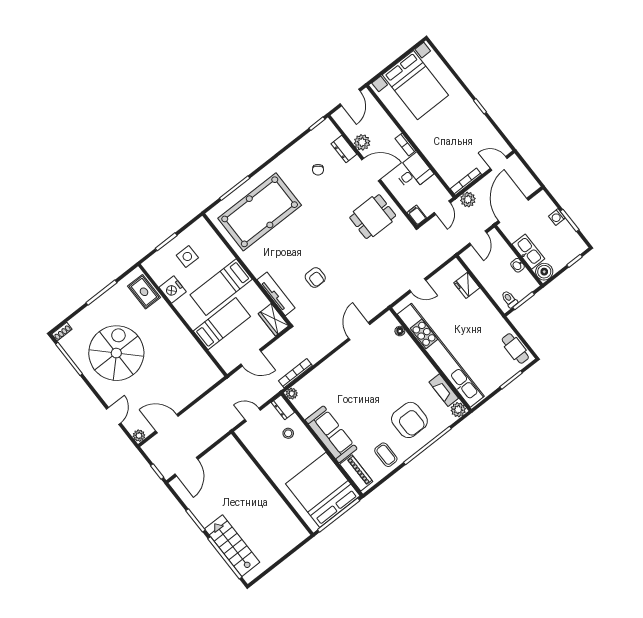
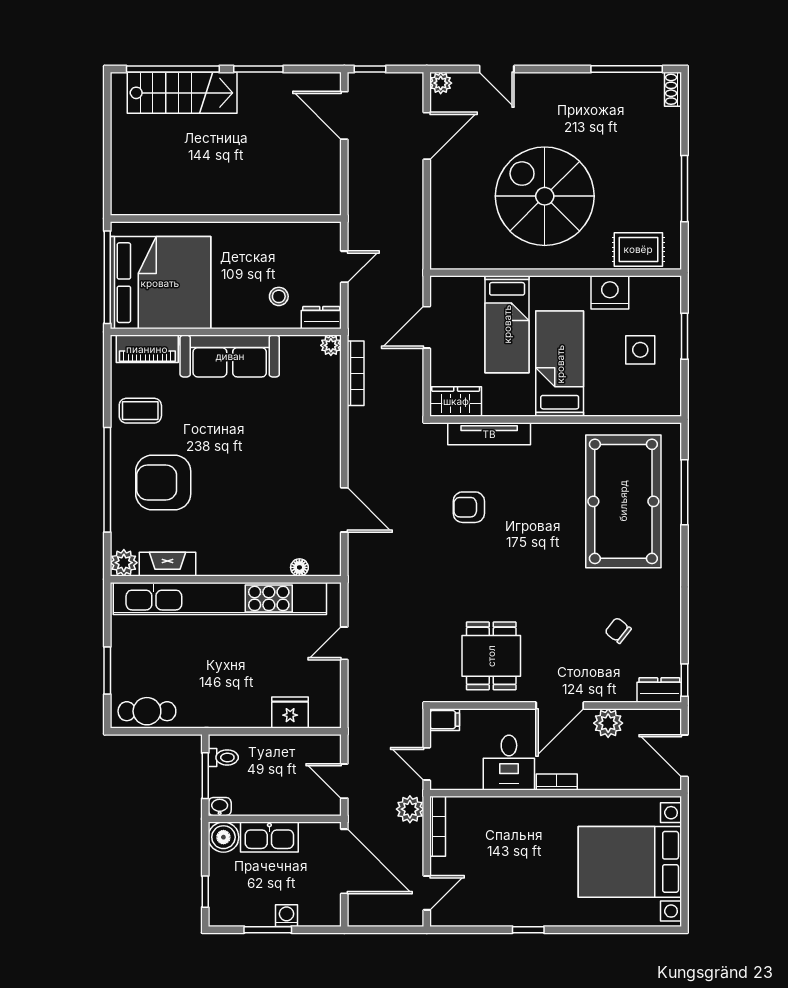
dresser: (344, 149) -> (659, 690), moved
washbasin: (518, 265) -> (220, 807), moved
spiral stairs: (116, 353) -> (545, 196), moved, turned 180

